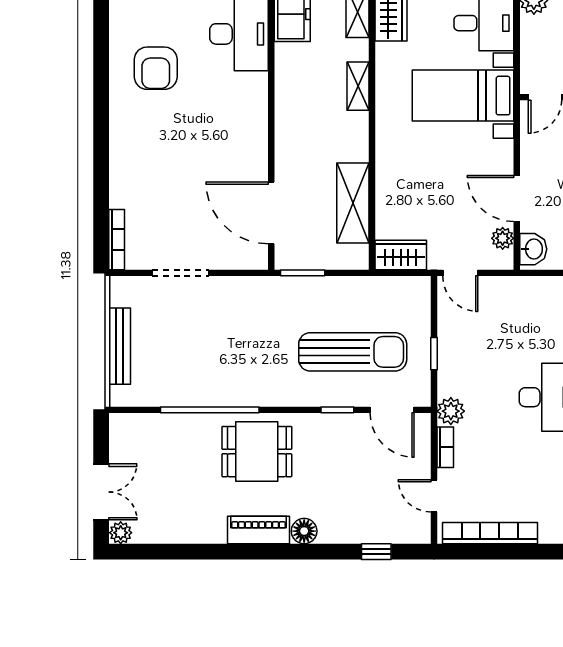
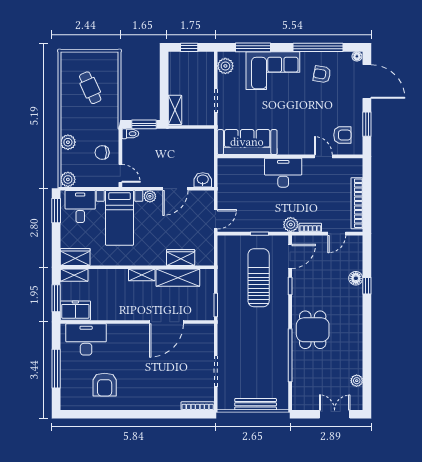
armchair: (156, 68) -> (105, 385), turned 90
shelving: (358, 86) -> (142, 275), moved
door: (271, 213) -> (166, 322), moved
plant: (503, 238) -> (150, 196), moved
wardrobe: (401, 255) -> (181, 257), moved, turned 90
piano: (259, 530) -> (355, 329), removed
floor lamp: (304, 531) -> (356, 278), moved
plant: (121, 533) -> (357, 381), moved
window: (376, 552) -> (367, 286), moved

